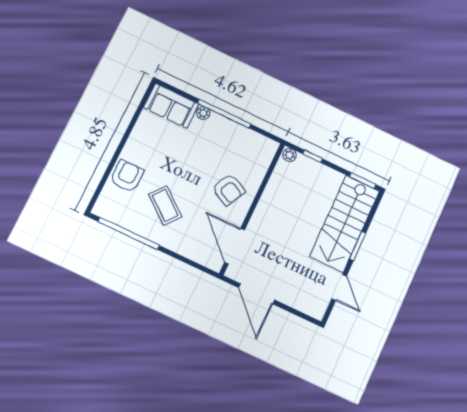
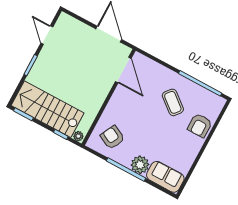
plant: (203, 113) -> (140, 165), width x1.88, depth x1.88
armchair: (229, 190) -> (112, 137), moved
stairs: (345, 224) -> (48, 109), moved, turned -90

